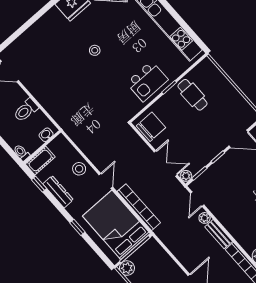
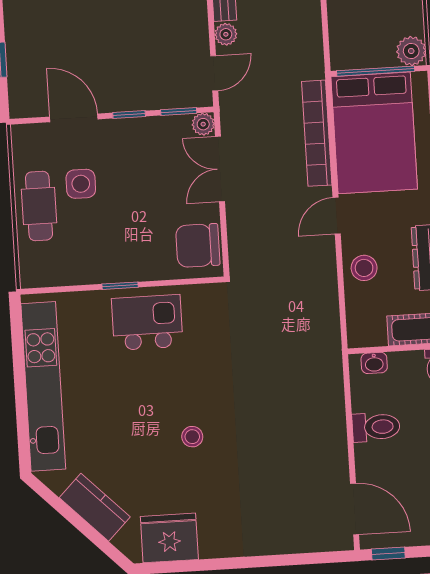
cafe table: (193, 95) -> (39, 206), moved
side table: (216, 115) -> (81, 184), added

